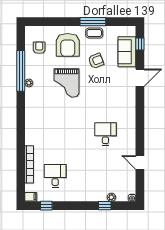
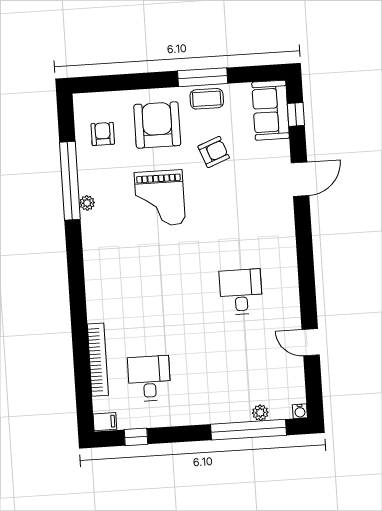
armchair: (68, 45) -> (157, 125), turned 180
sofa: (127, 52) -> (271, 110), moved
window: (105, 206) -> (248, 430), width x3.17

